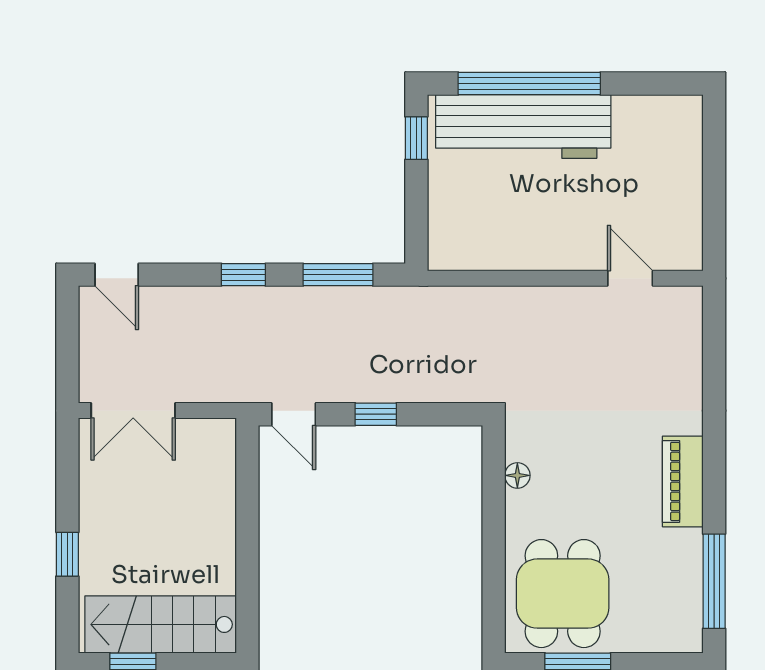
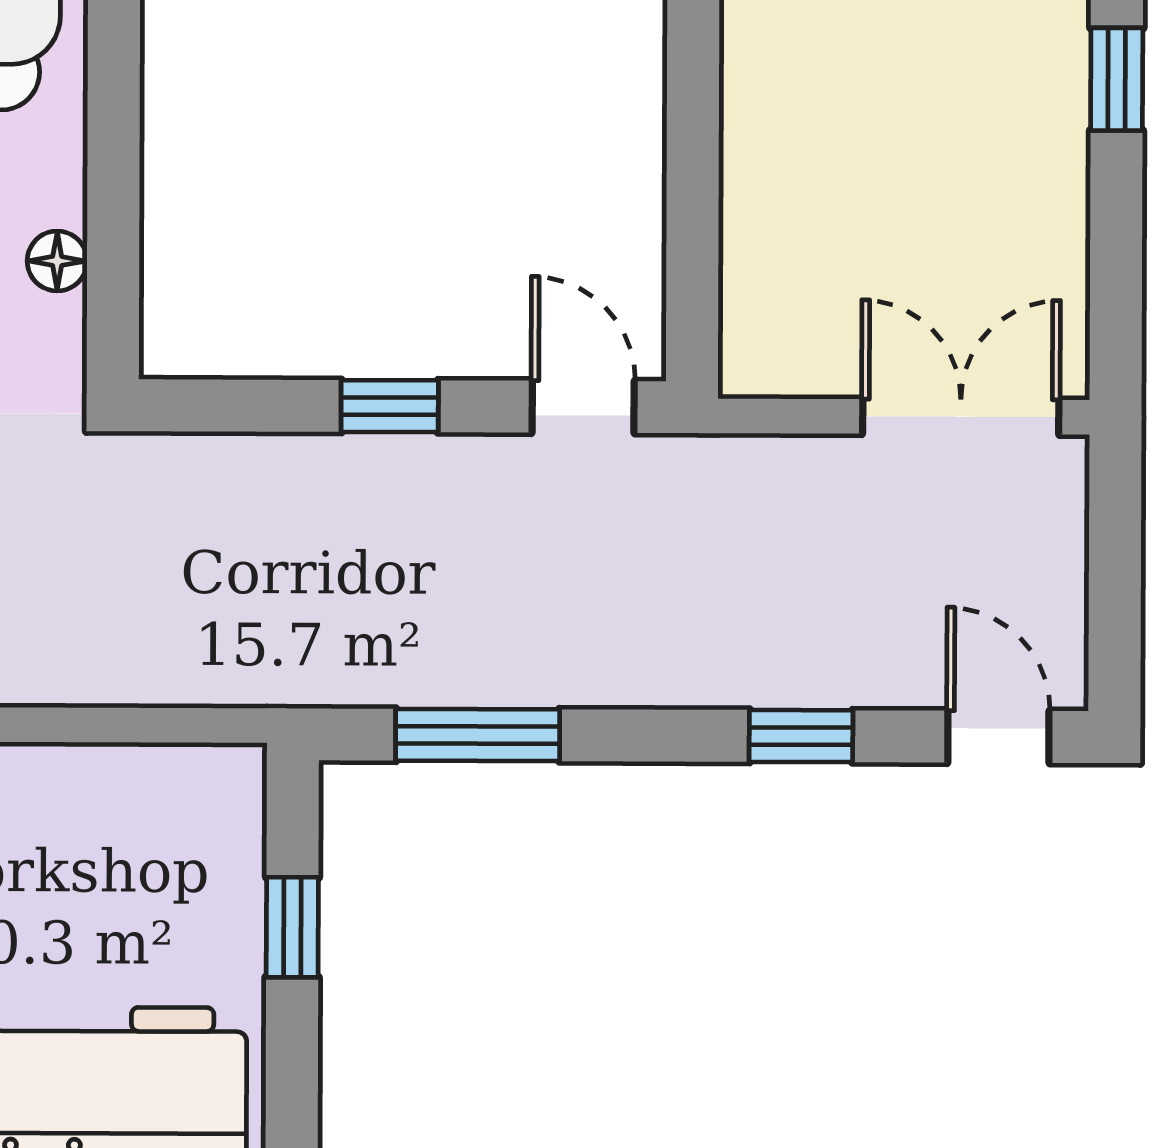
window: (416, 138) -> (292, 927), moved
window: (243, 275) -> (801, 736), moved

